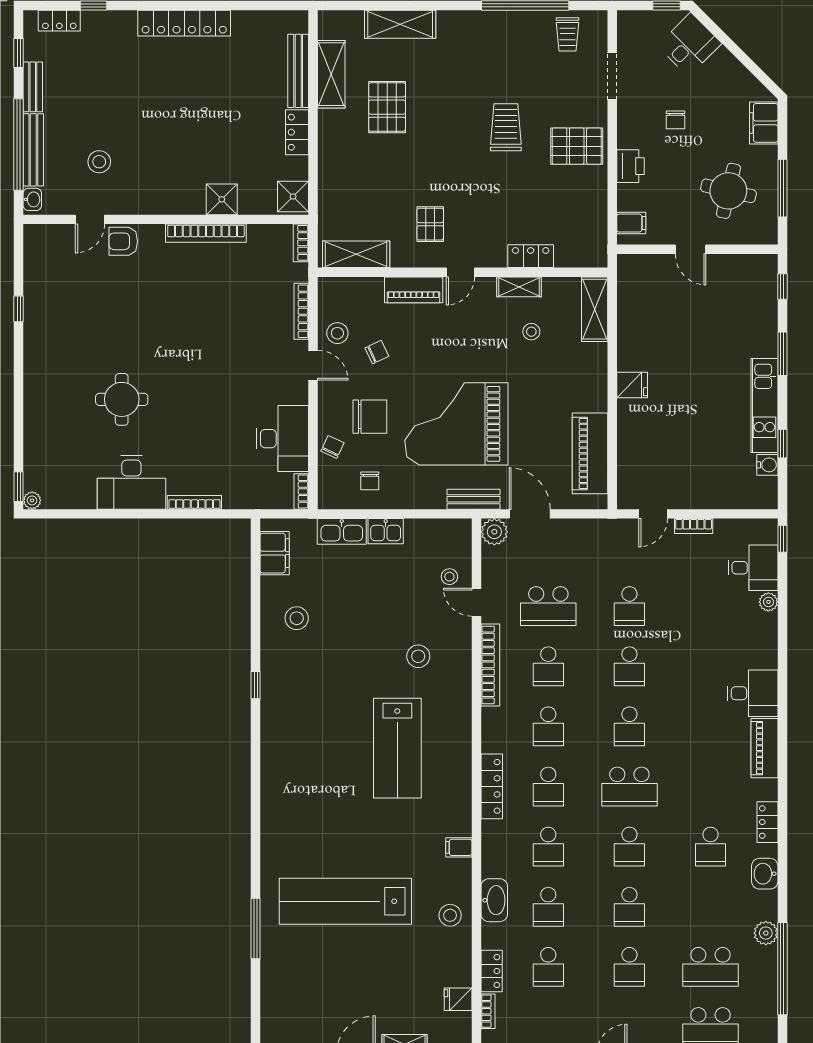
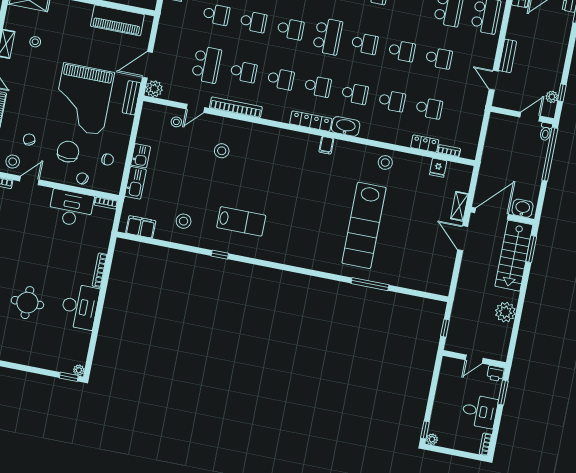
lab bench: (397, 748) -> (241, 221), moved, width x0.73, depth x0.72
filing cabinet: (459, 847) -> (326, 145), moved
washbasin: (494, 900) -> (346, 126), moved

